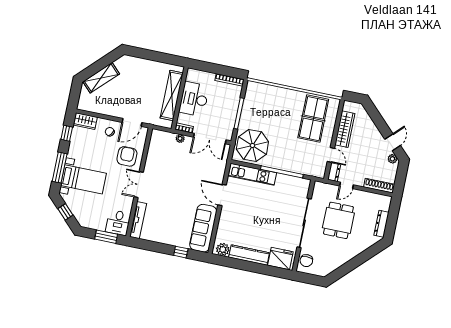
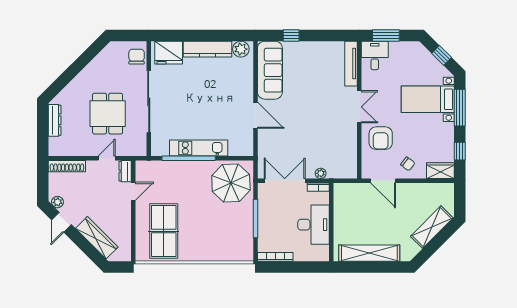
shelving: (172, 95) -> (369, 253), moved, turned 90
door: (132, 122) -> (383, 181), swing flipped
wardrobe: (345, 129) -> (97, 238), moved, turned 135
door: (331, 155) -> (133, 191), swing flipped
kitchen unit: (252, 174) -> (199, 148), moved

